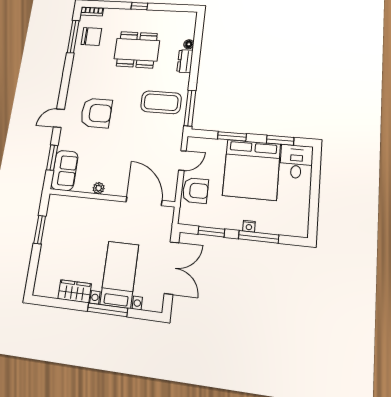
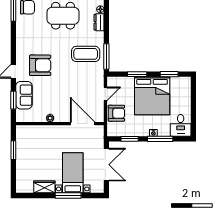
desk: (296, 162) -> (181, 125), moved, turned 180
sofa: (65, 170) -> (24, 95), moved

